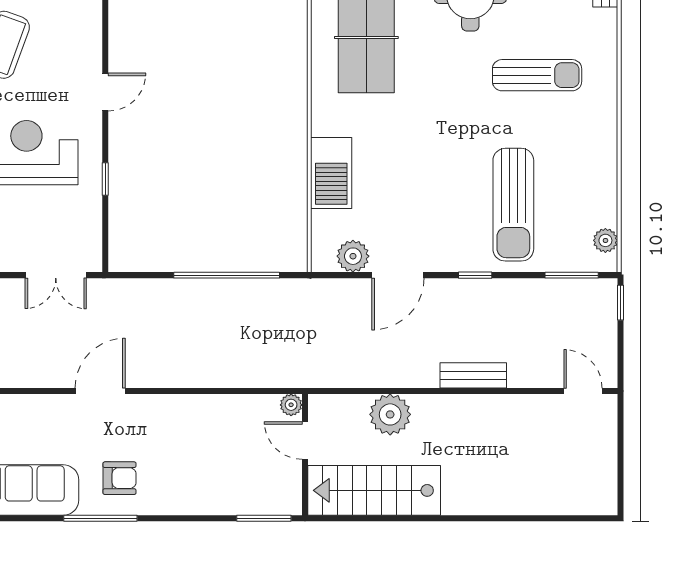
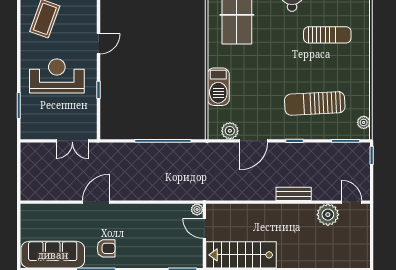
sun lounger: (513, 205) -> (315, 103), turned 87
plant: (390, 414) -> (328, 215), moved

